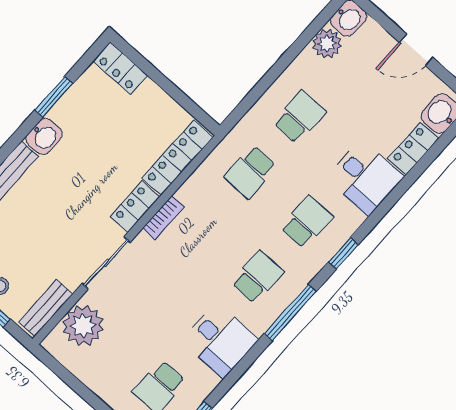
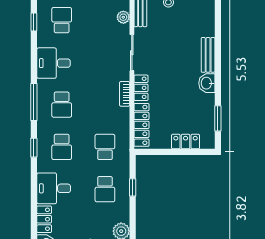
locker: (120, 68) -> (186, 142), moved
window: (262, 87) -> (133, 187), added
window: (54, 97) -> (218, 118), moved
plant: (83, 325) -> (123, 17), width x0.53, depth x0.53

